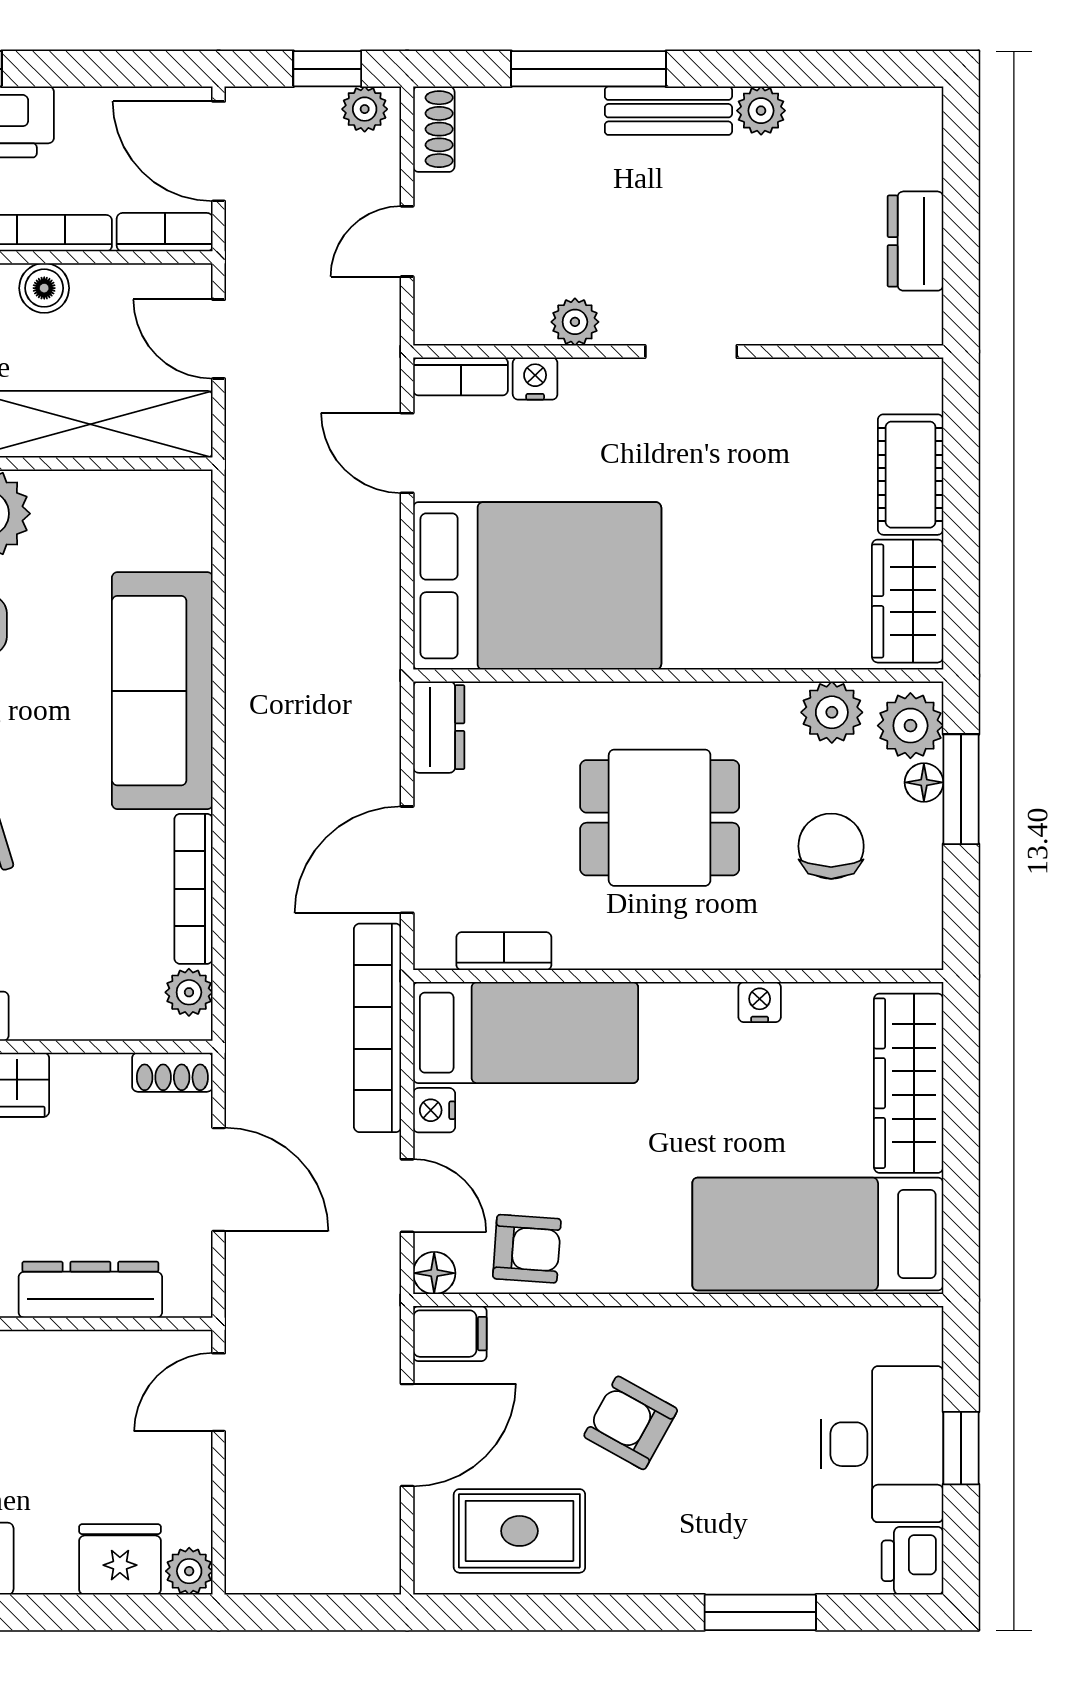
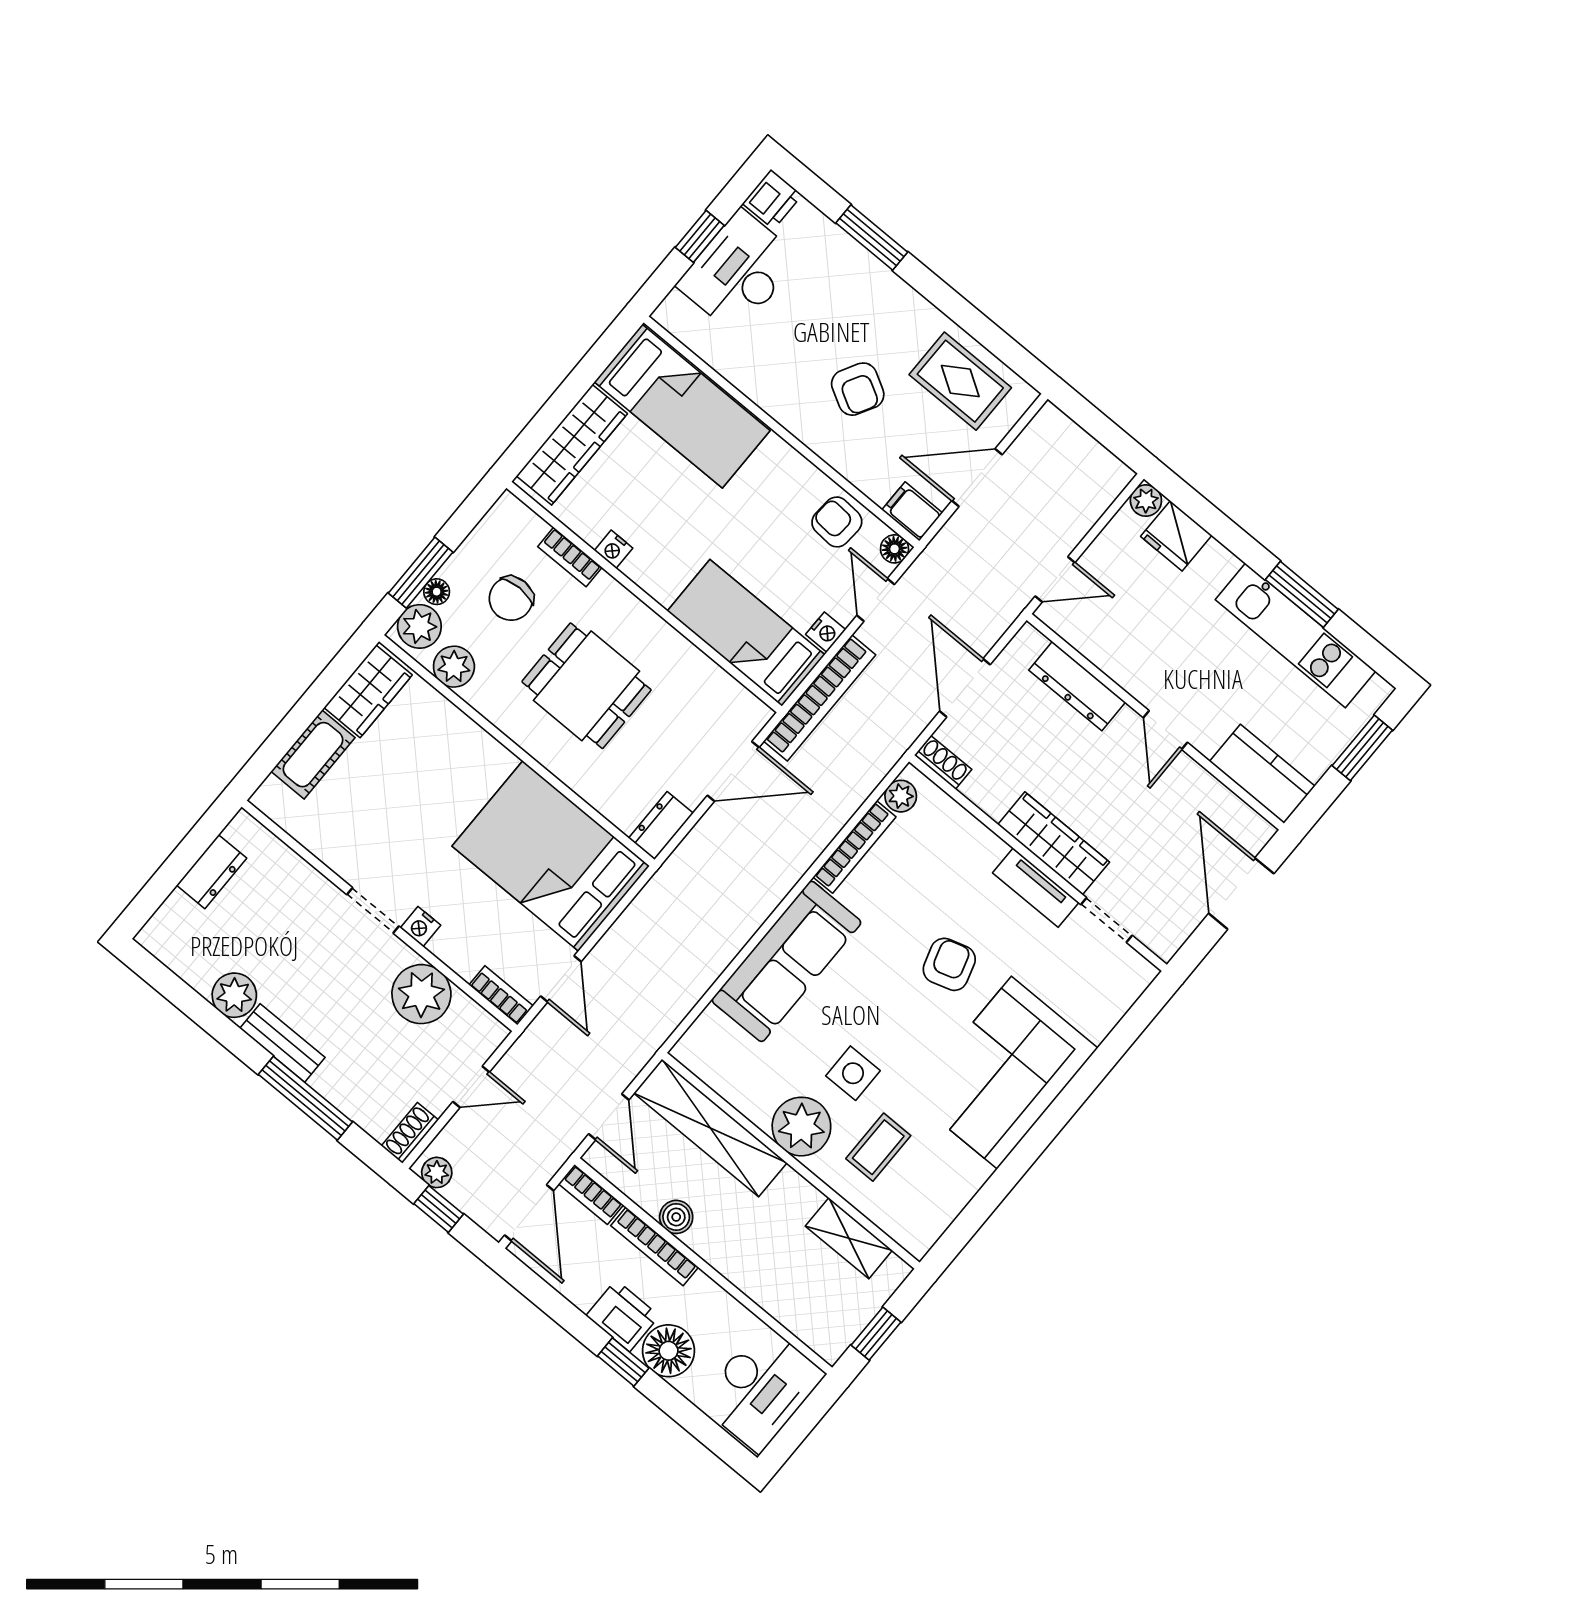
plant: (761, 111) -> (234, 995), width x1.38, depth x1.38
plant: (575, 322) -> (421, 994), width x1.88, depth x1.88
nightstand: (535, 379) -> (420, 927), moved
bookcase: (504, 951) -> (570, 557), moved

